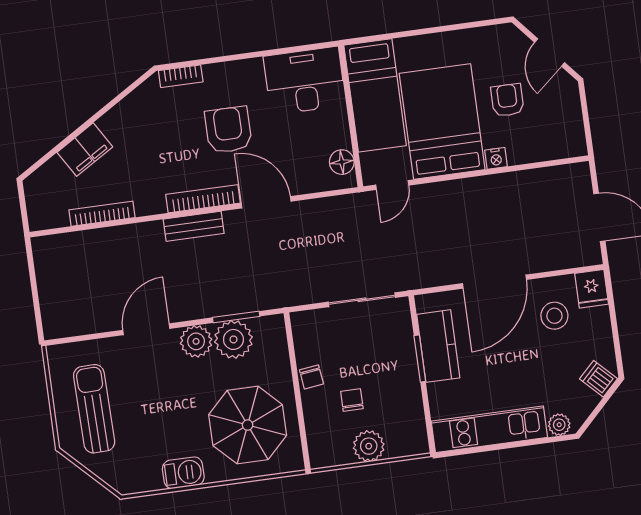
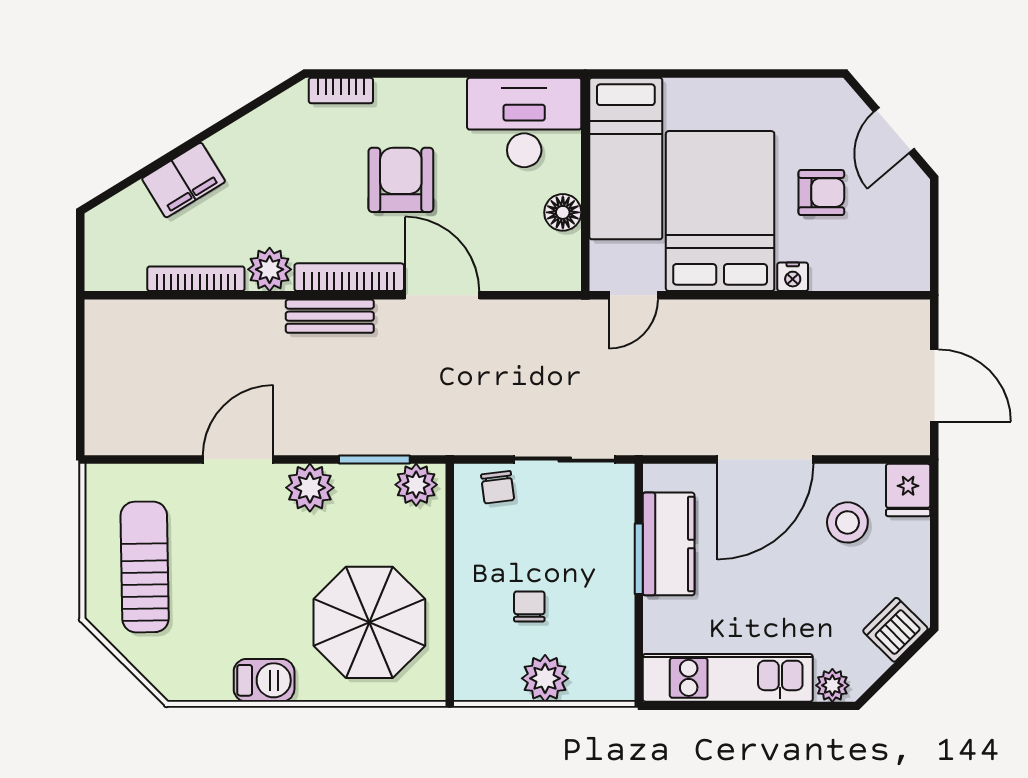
armchair: (507, 100) -> (821, 193), turned 90
floor lamp: (342, 162) -> (563, 212), moved
plant: (150, 201) -> (270, 269), added
plant: (233, 339) -> (416, 485), moved, width x0.73, depth x0.73
chair: (311, 377) -> (498, 487), moved
dishwasher: (598, 379) -> (895, 630), width x1.38

